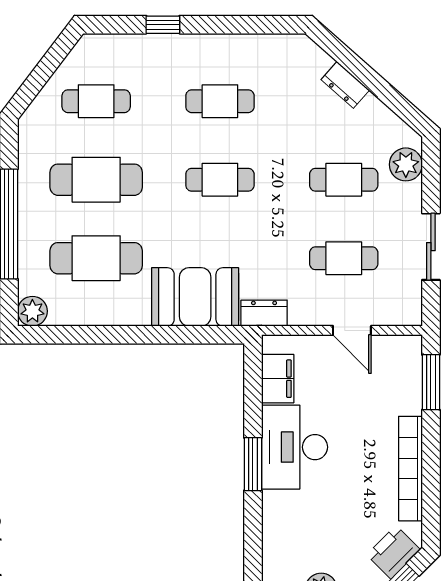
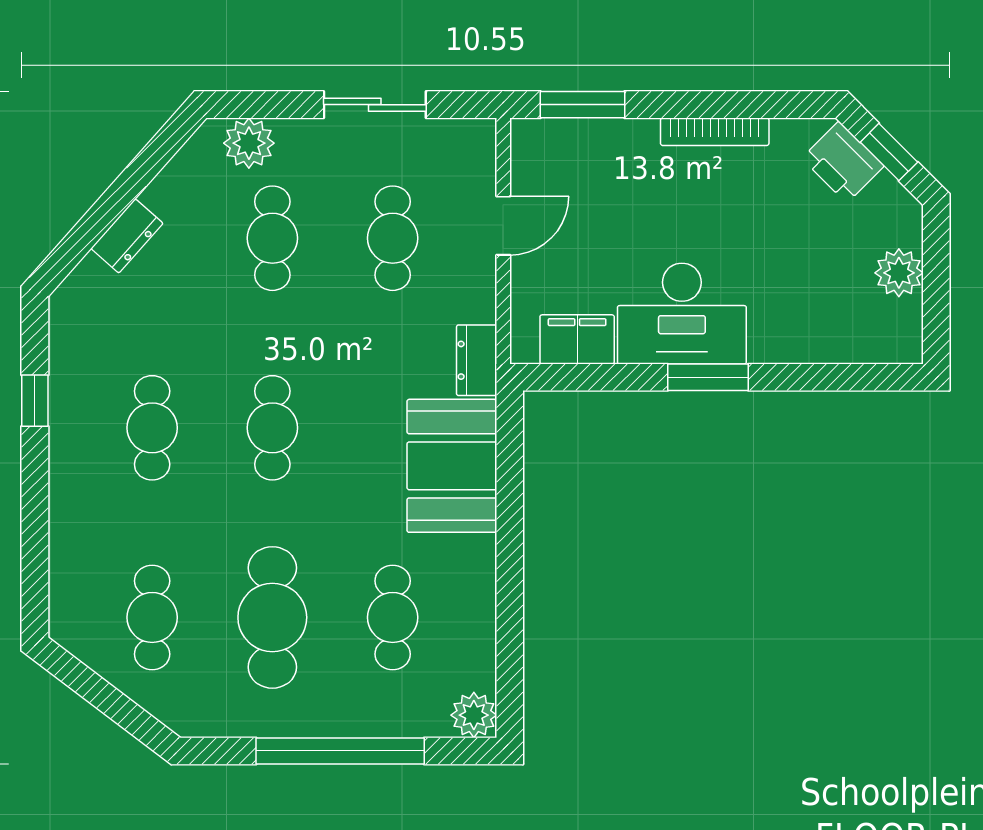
window: (163, 25) -> (35, 401), moved
cafe table: (96, 258) -> (393, 617), width x0.73, depth x0.74
bookcase: (410, 469) -> (715, 132), width x0.68, depth x0.76

